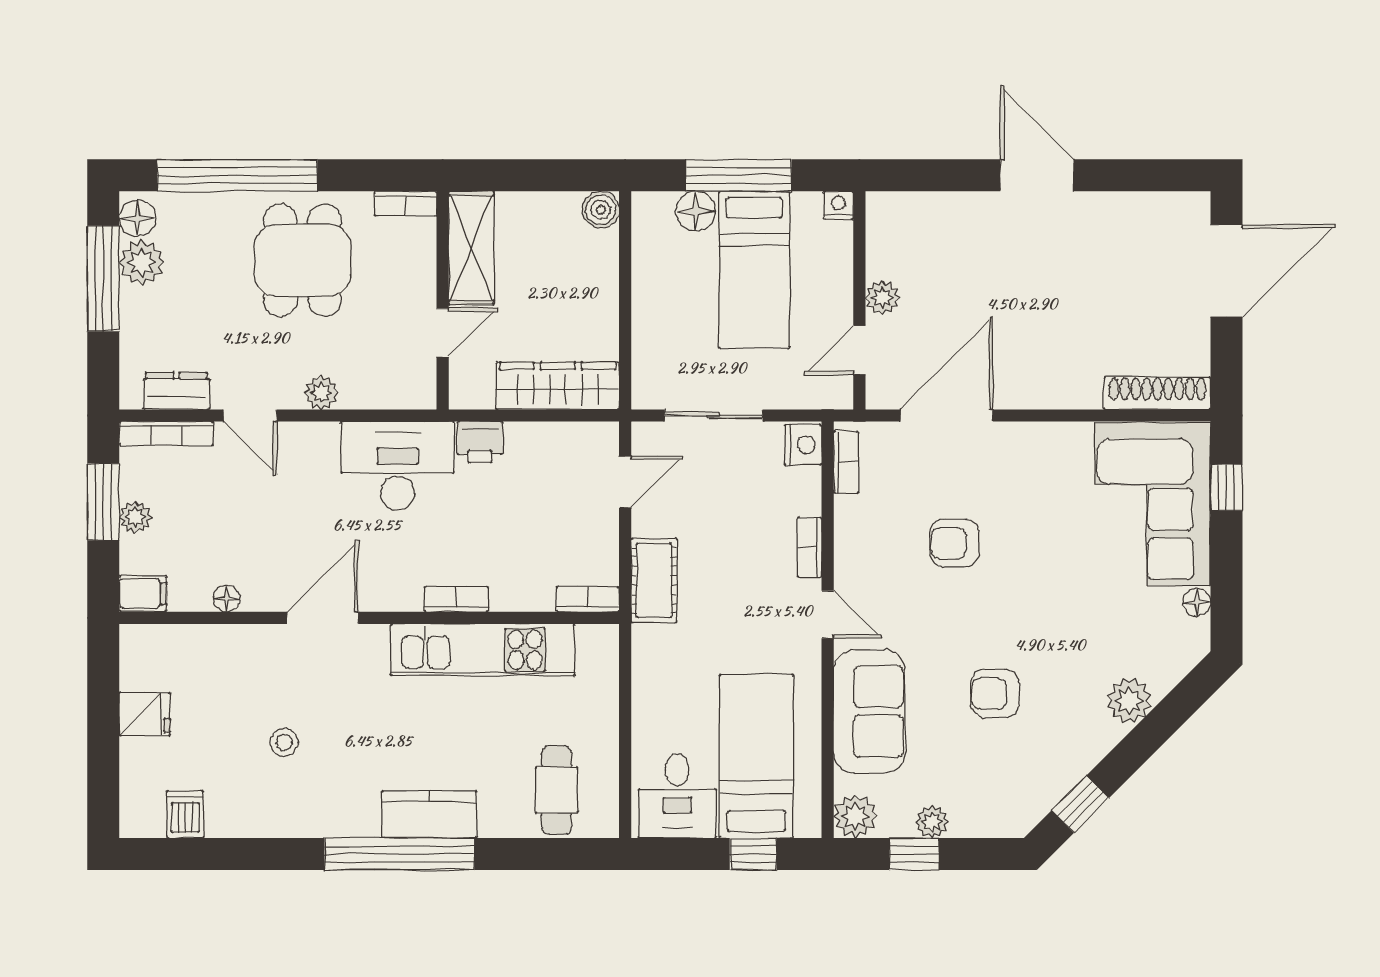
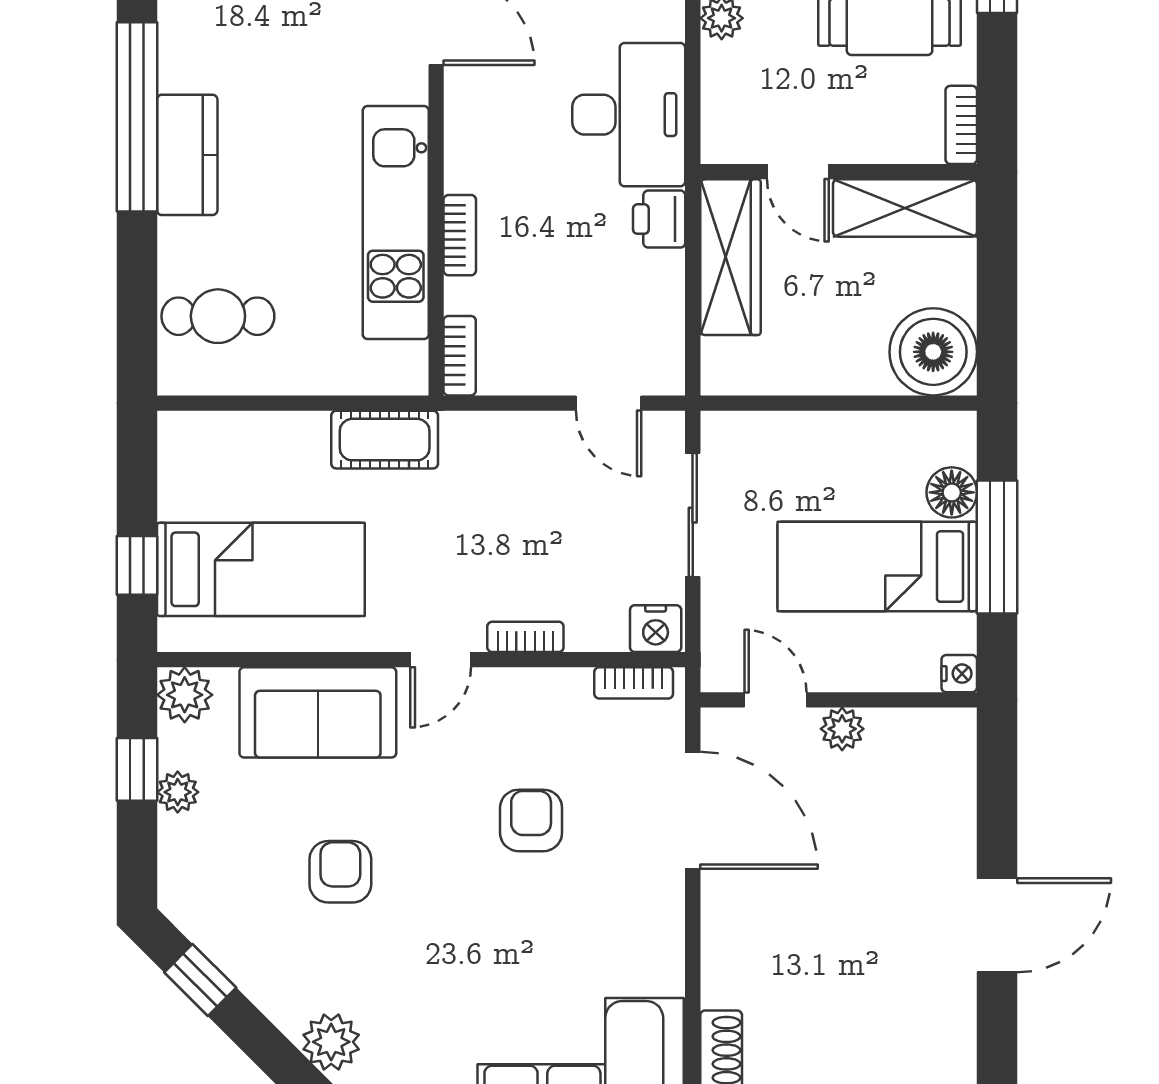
boiler: (601, 210) -> (933, 352), width x1.86, depth x1.86
wardrobe: (558, 386) -> (730, 257), moved
cot: (654, 580) -> (385, 440), moved
bookcase: (456, 599) -> (460, 235), moved
desk: (677, 796) -> (210, 469), removed

